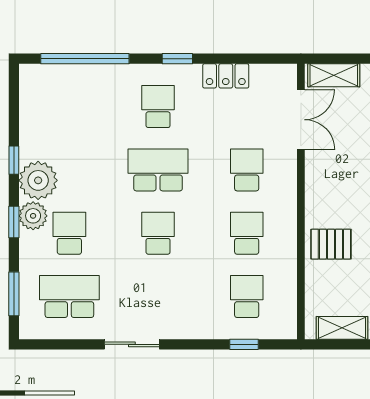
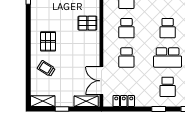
locker: (226, 76) -> (124, 101), moved

